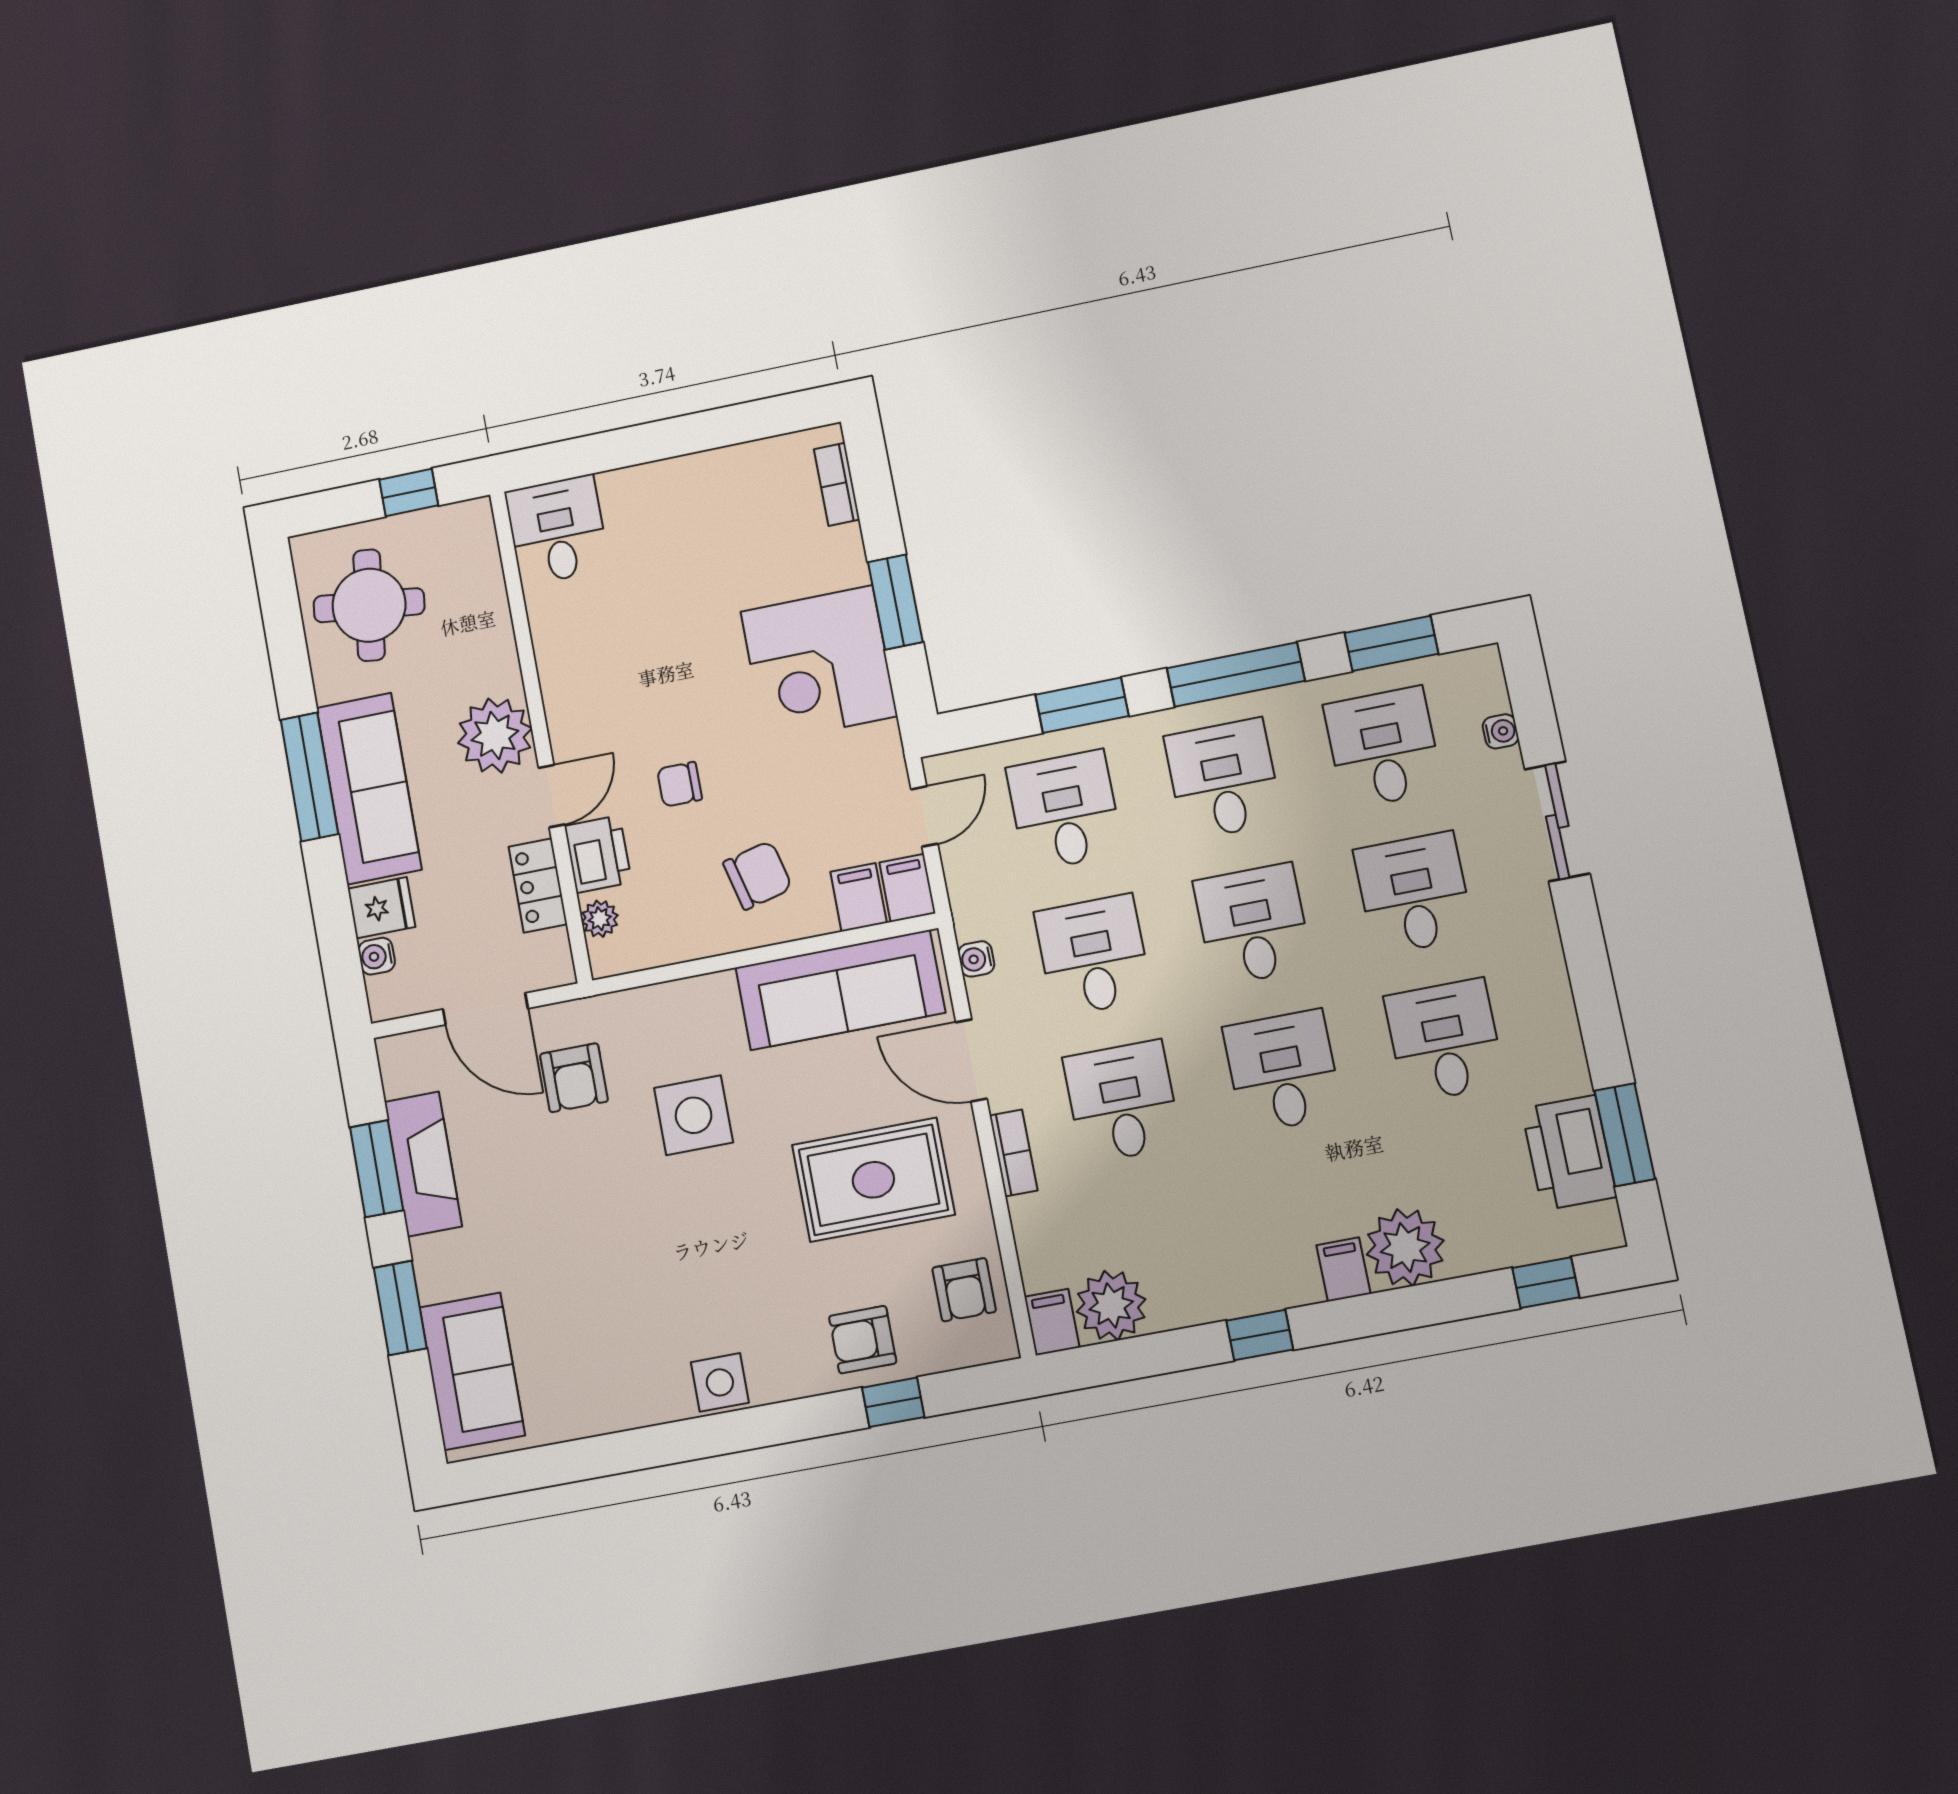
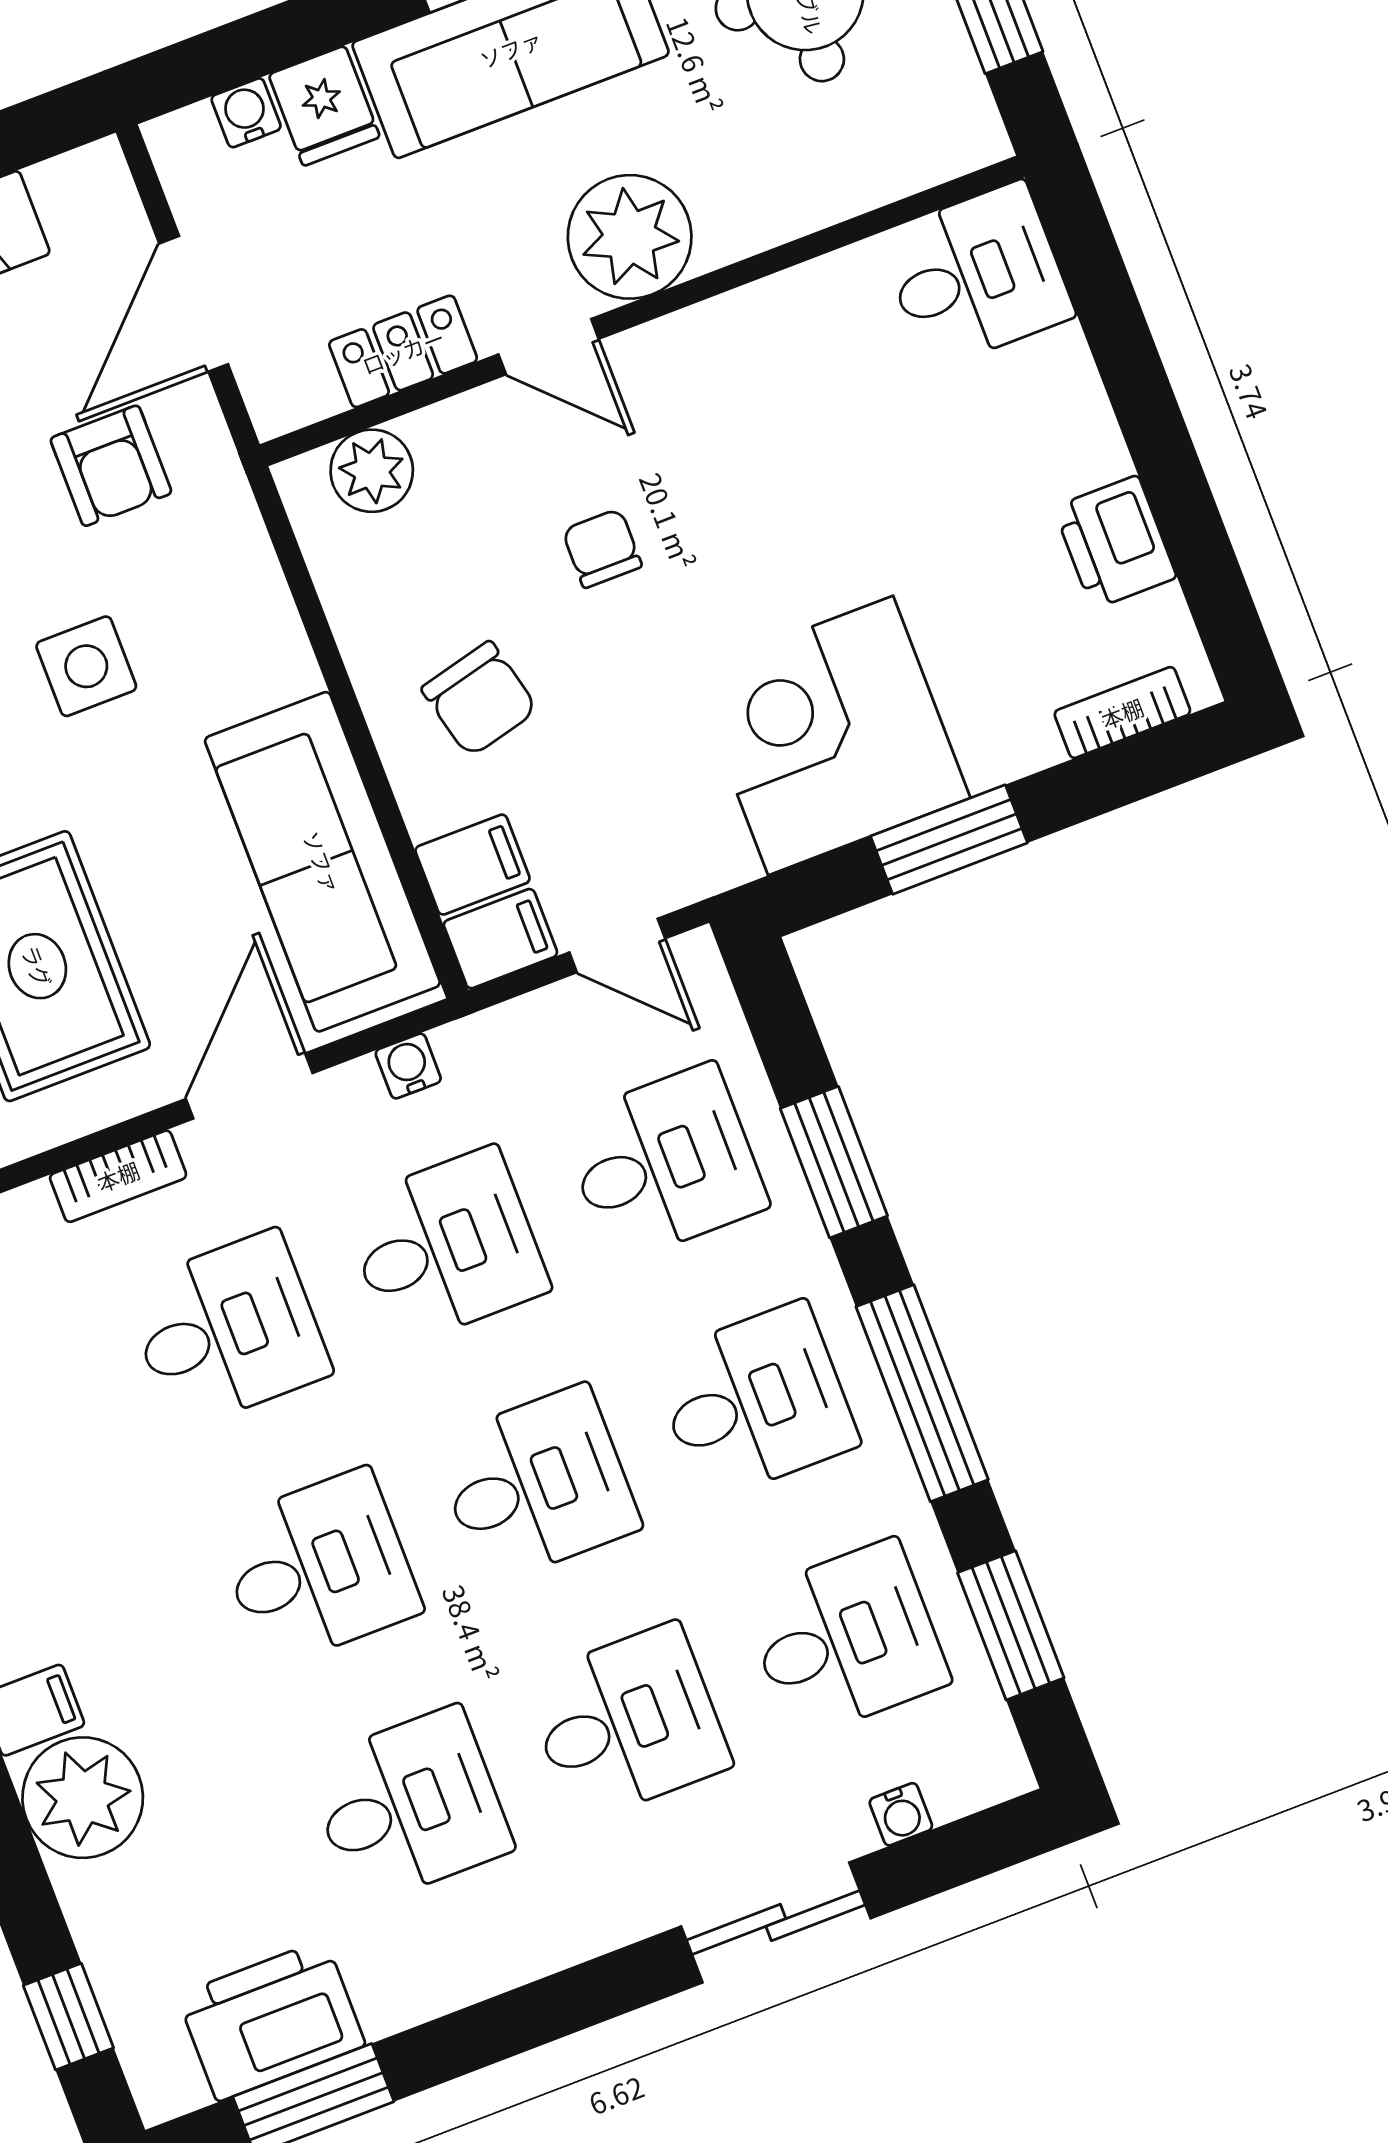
printer: (598, 854) -> (1115, 542), moved, turned 90
plant: (600, 919) -> (372, 471), width x1.38, depth x1.38
armchair: (574, 1078) -> (111, 466), turned -90
side table: (694, 1115) -> (86, 666), width x0.73, depth x0.73

